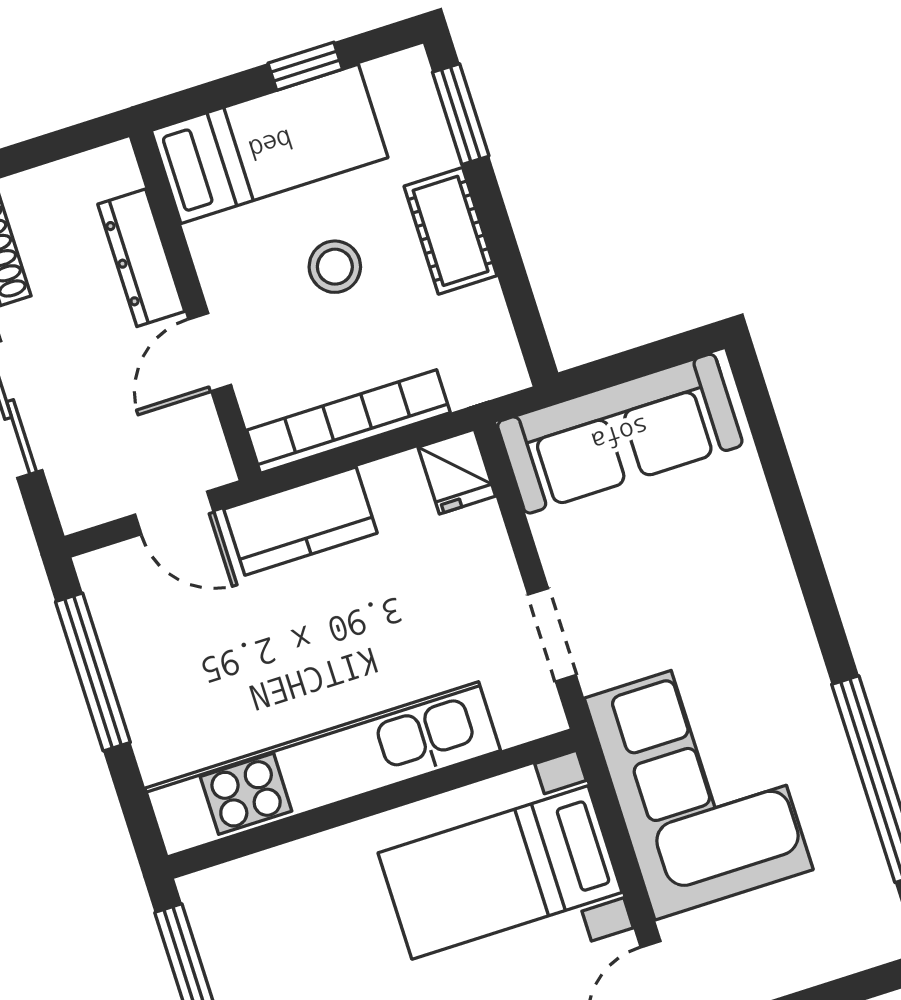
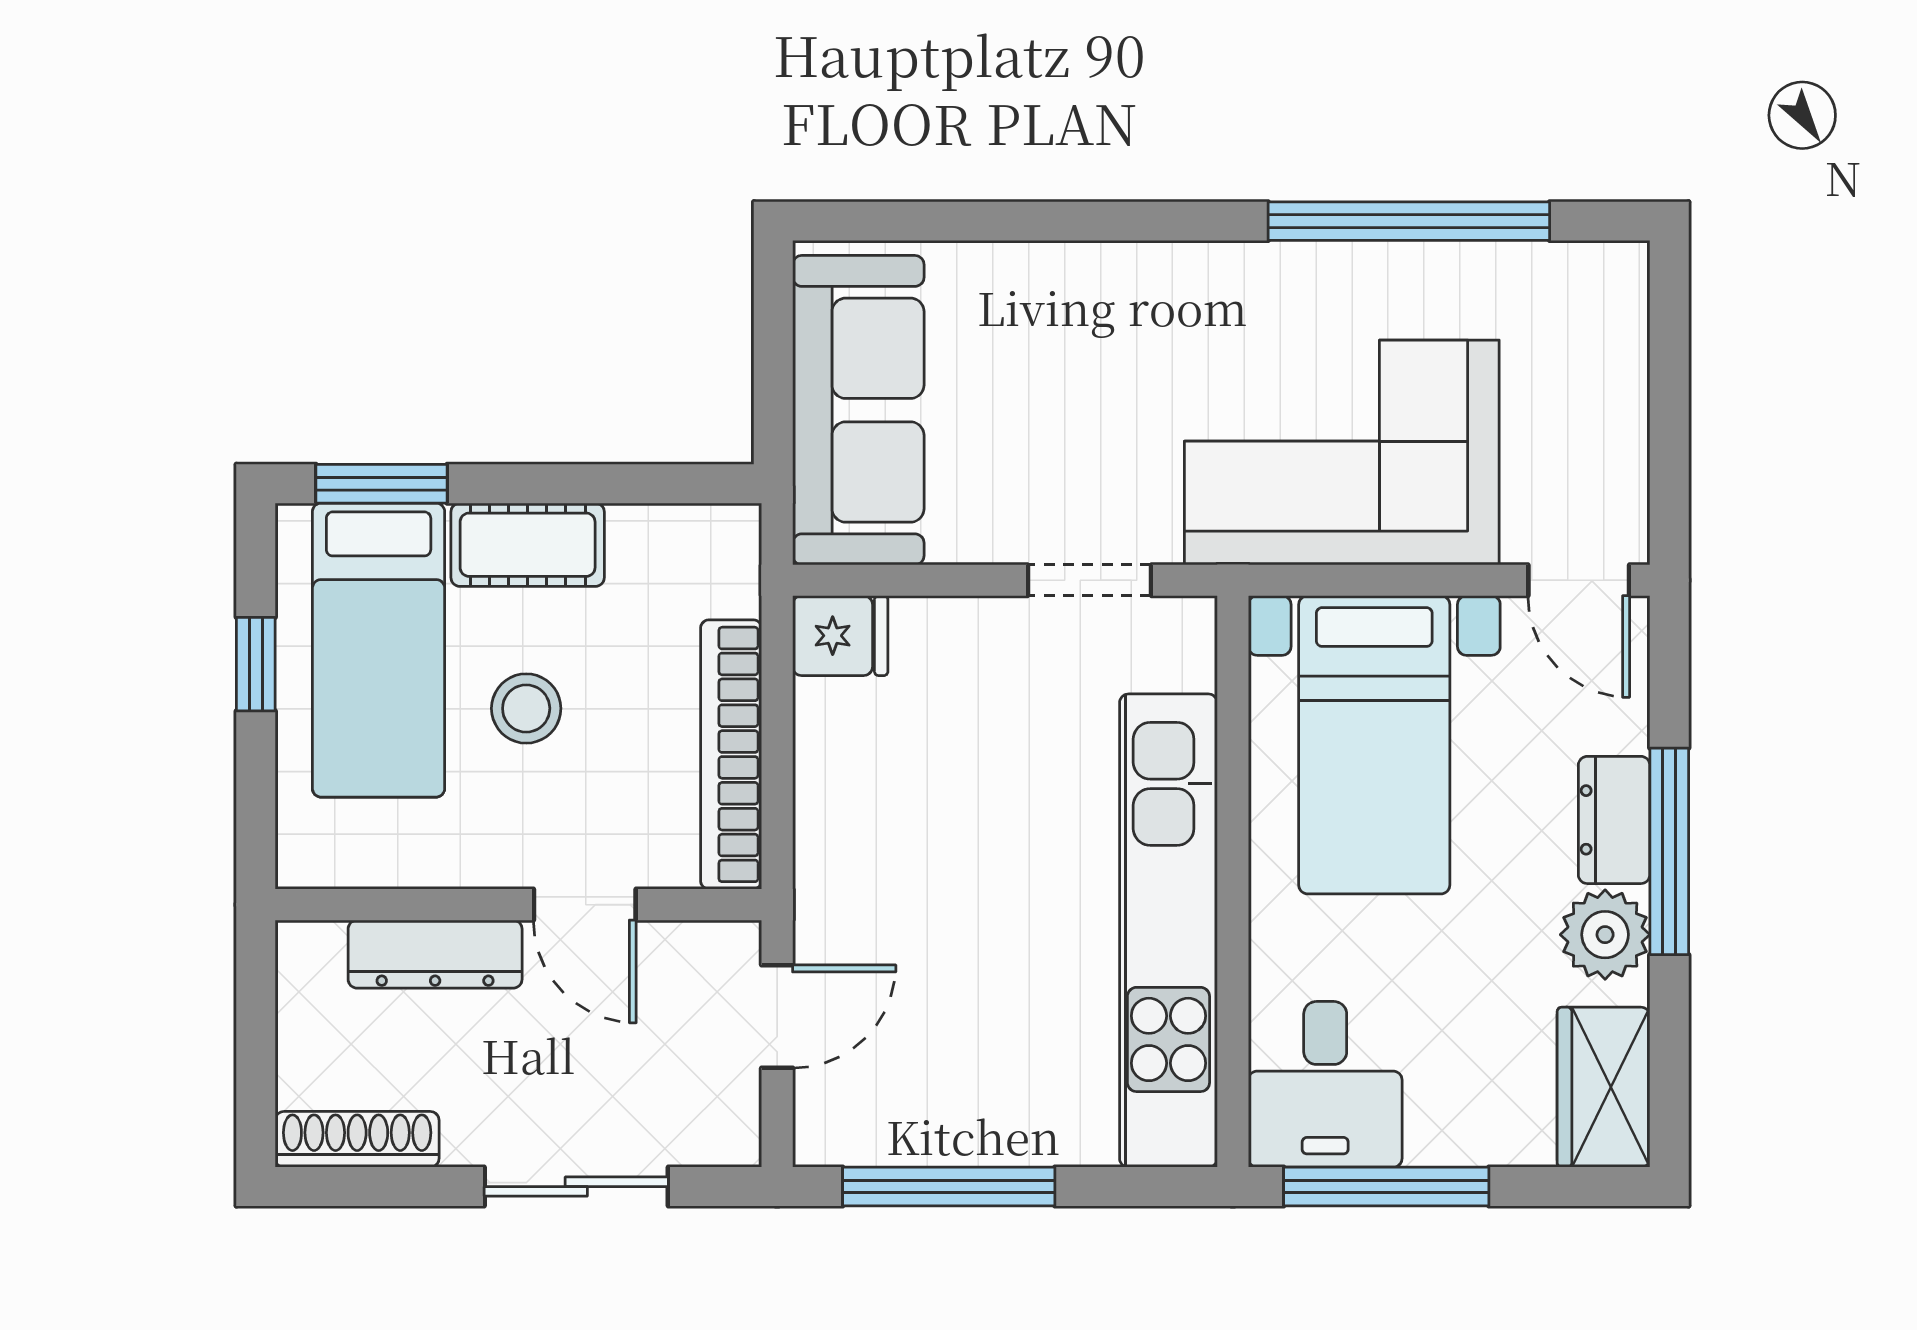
bed: (270, 144) -> (379, 650), moved, turned 180
kitchen counter: (300, 521) -> (840, 857), removed
desk: (250, 914) -> (1325, 1084), added

